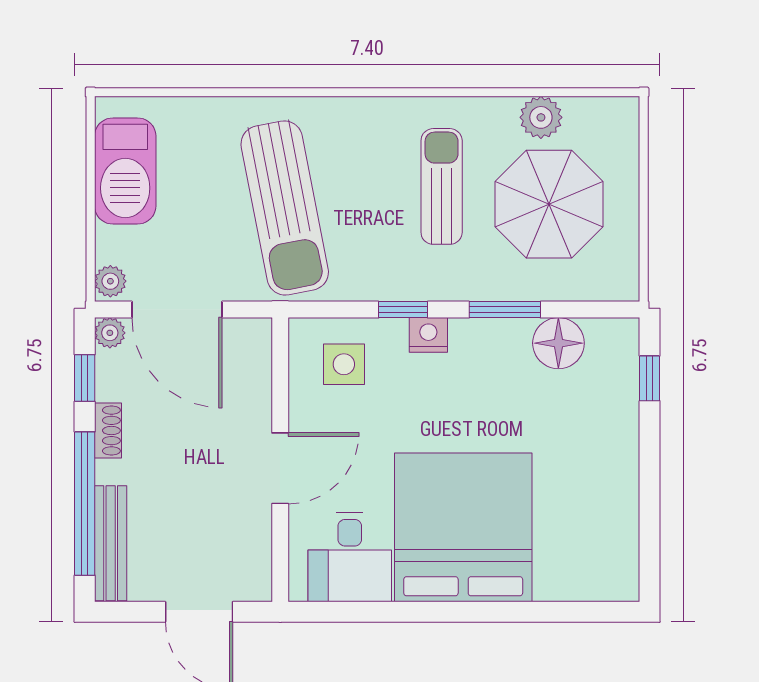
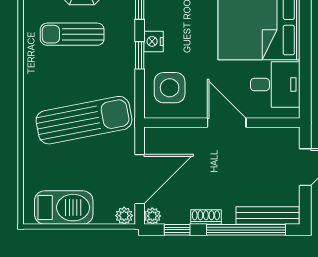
side table: (344, 364) -> (170, 88), width x1.37, depth x1.37

